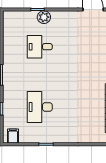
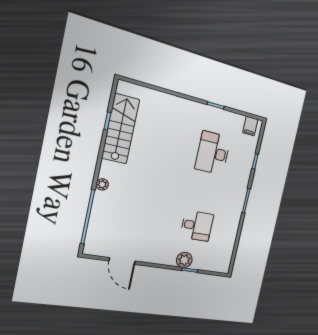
desk: (40, 107) -> (213, 153), turned 180

